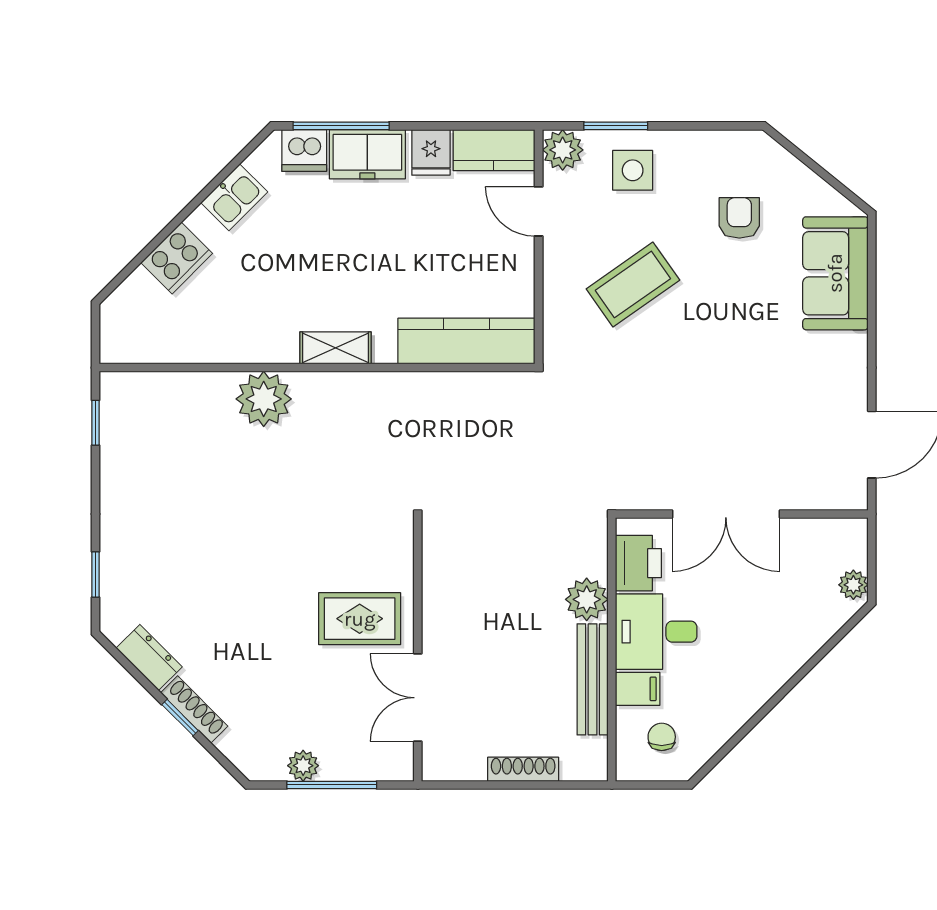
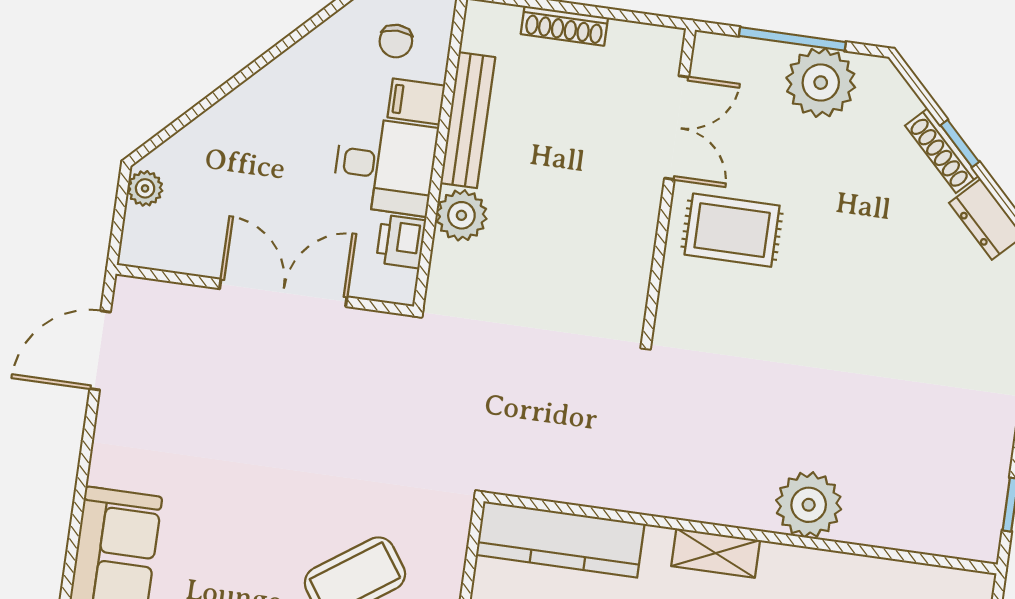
printer: (638, 563) -> (401, 241), width x0.73, depth x0.81
plant: (303, 766) -> (821, 83), width x1.88, depth x1.88

